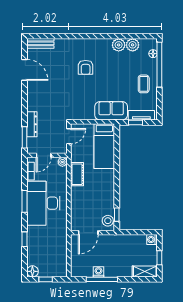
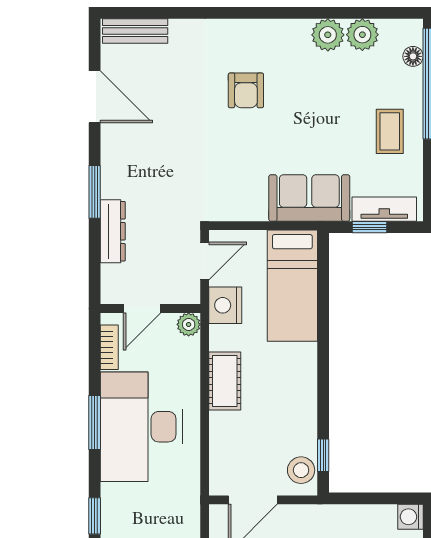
window: (24, 137) -> (95, 192), moved
nightstand: (77, 154) -> (225, 305), added
cot: (77, 174) -> (225, 381), moved

